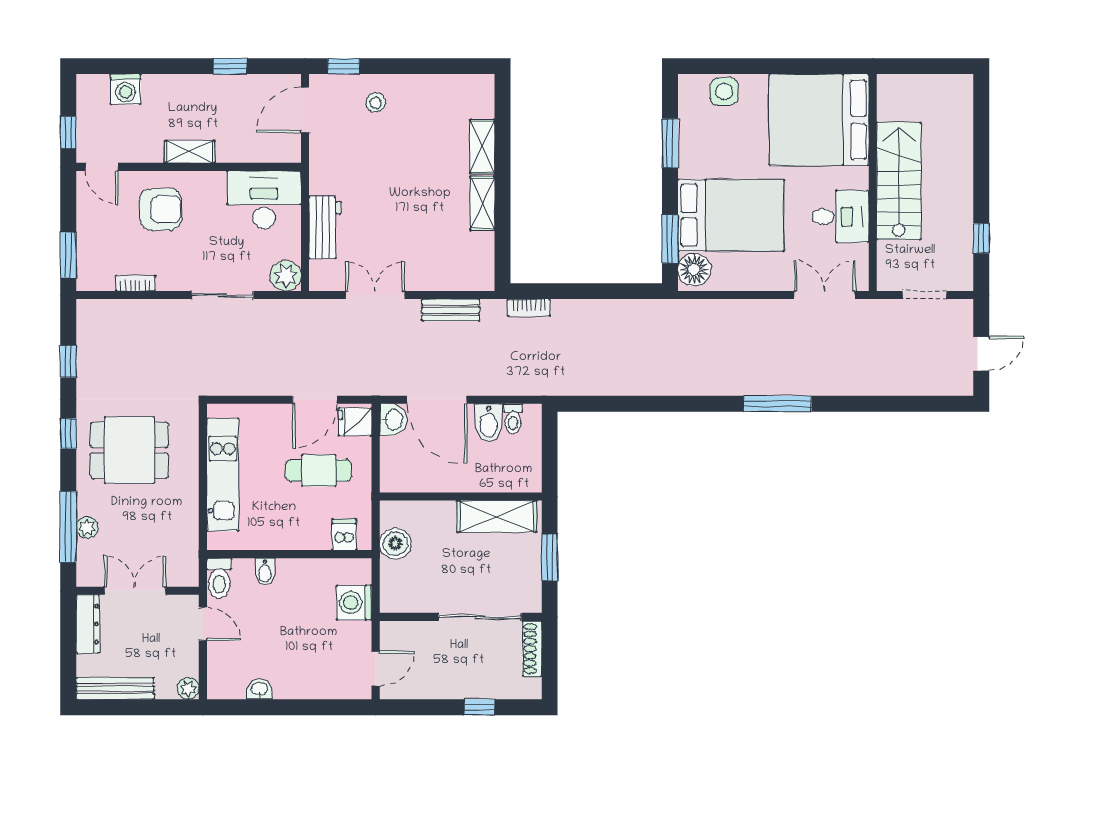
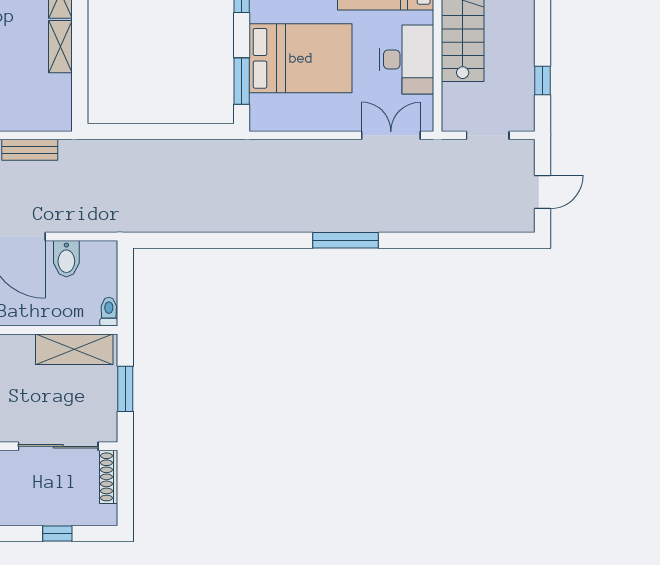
desk: (841, 217) -> (406, 60), width x1.37
floor lamp: (694, 270) -> (265, 111), removed
bookcase: (529, 308) -> (105, 147), removed
toilet: (513, 419) -> (109, 312), moved, turned 180

